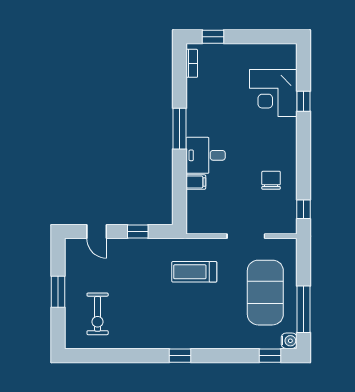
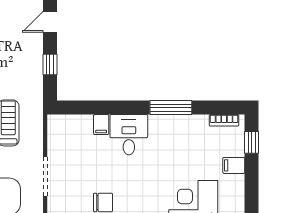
filing cabinet: (235, 54) -> (234, 165), added
window: (179, 129) -> (171, 108), moved

